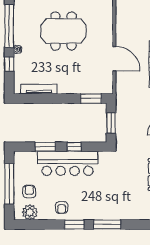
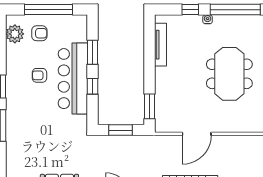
armchair: (62, 207) -> (39, 75), moved

